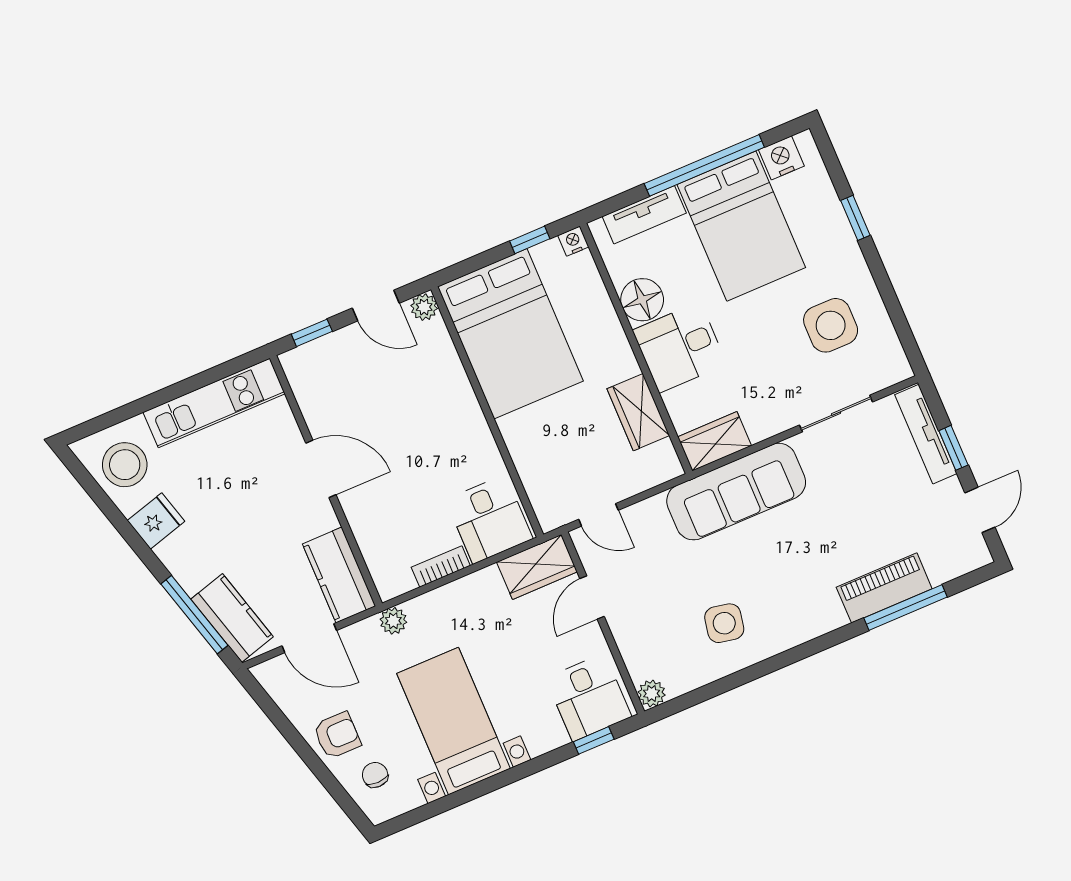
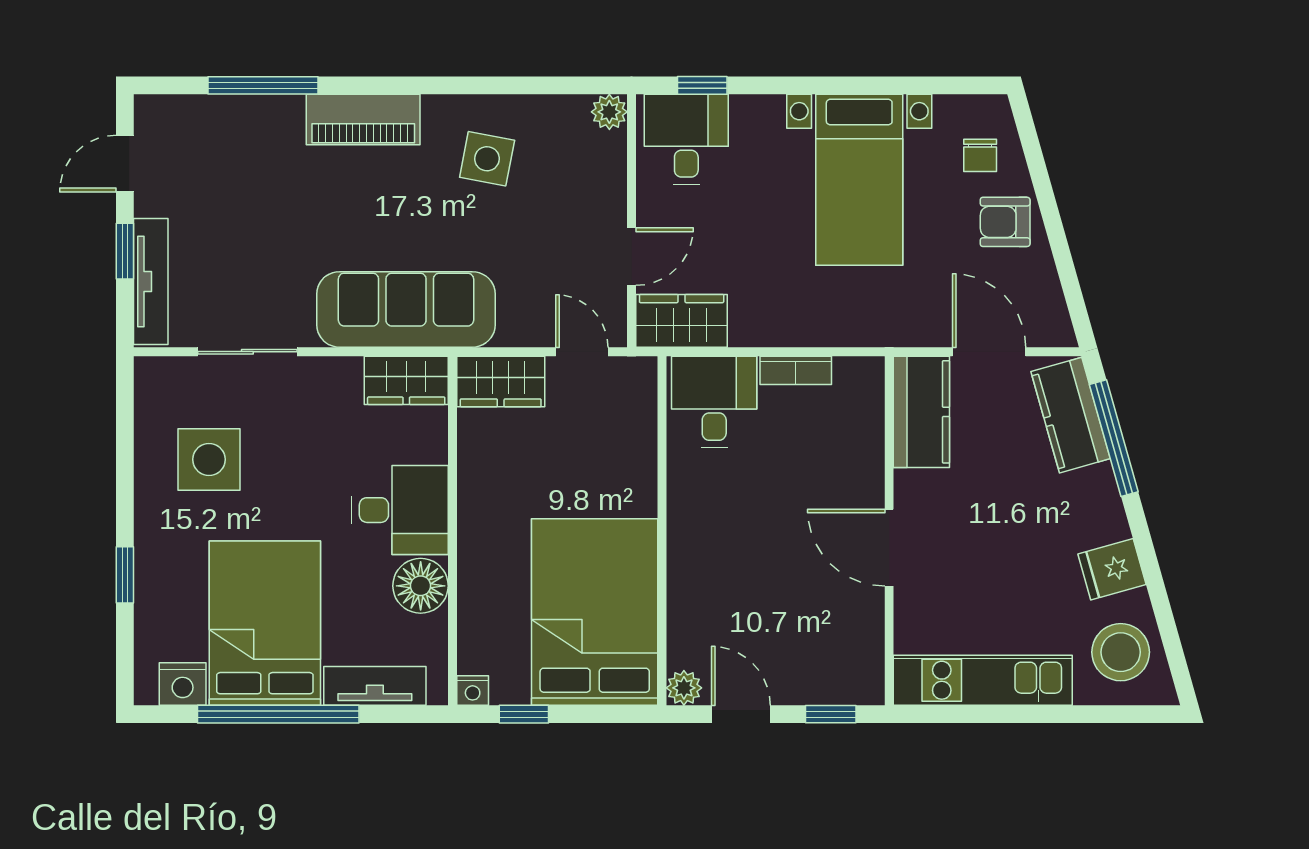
wardrobe: (638, 412) -> (501, 381), moved, turned 90
piano: (884, 588) -> (363, 119), moved
plant: (393, 621) -> (880, 330), removed

